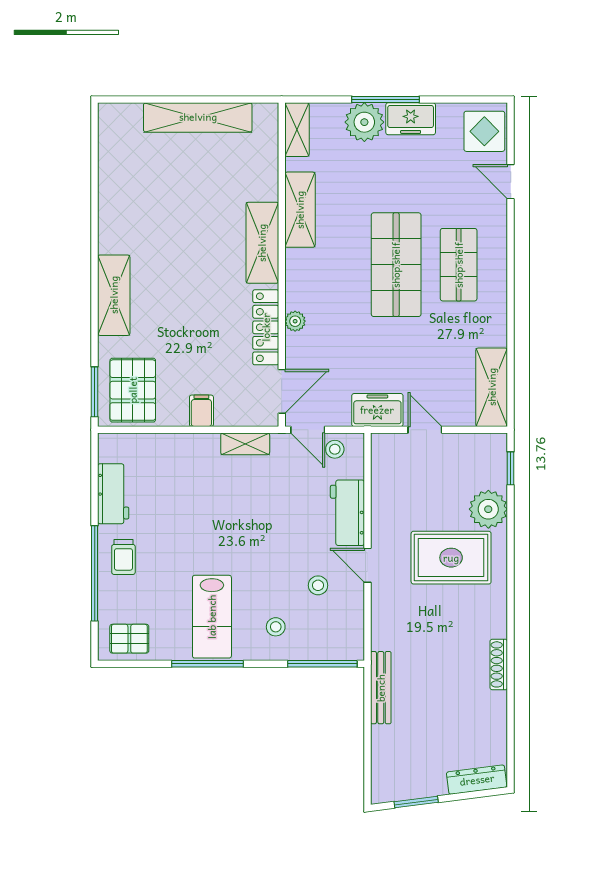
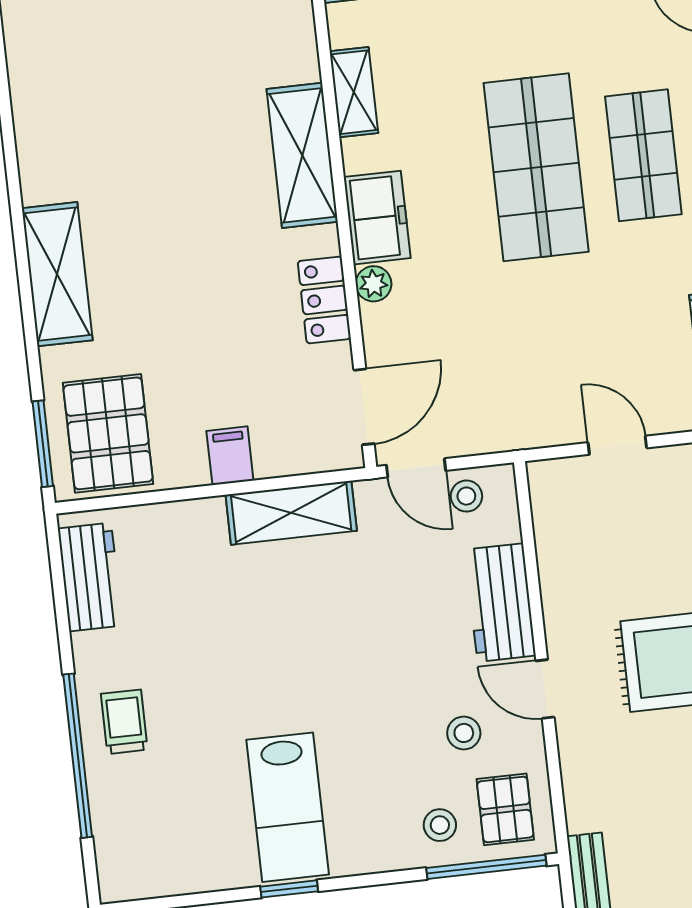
shelving: (300, 210) -> (354, 92), width x0.67, depth x0.75
locker: (266, 327) -> (324, 300), width x0.66
freezer: (377, 410) -> (377, 218), moved, turned 90
shelving: (245, 444) -> (291, 513), width x1.50, depth x1.33
workbench: (113, 494) -> (90, 577), moved
trolley: (123, 557) -> (124, 722), turned 180
stool: (276, 627) -> (440, 825), moved
pallet: (129, 639) -> (505, 809), moved, turned 90
window: (207, 664) -> (289, 889), width x0.46

